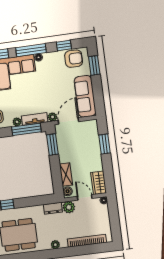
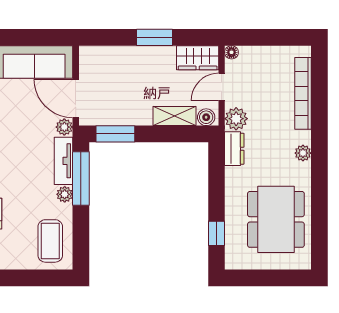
window: (105, 144) -> (154, 37), moved

